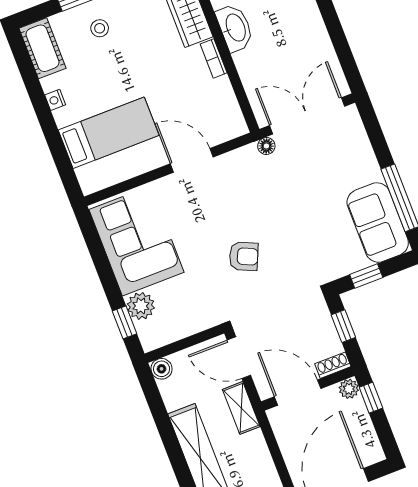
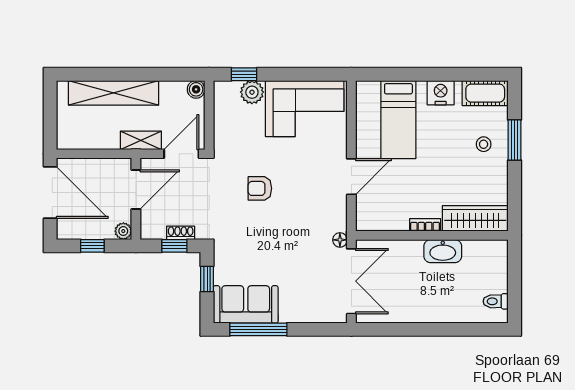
nightstand: (55, 100) -> (441, 93), width x1.89, depth x1.79
armchair: (244, 256) -> (260, 188), turned 66
shoe rack: (333, 365) -> (181, 233), moved, turned -90
window: (371, 398) -> (92, 246), moved

